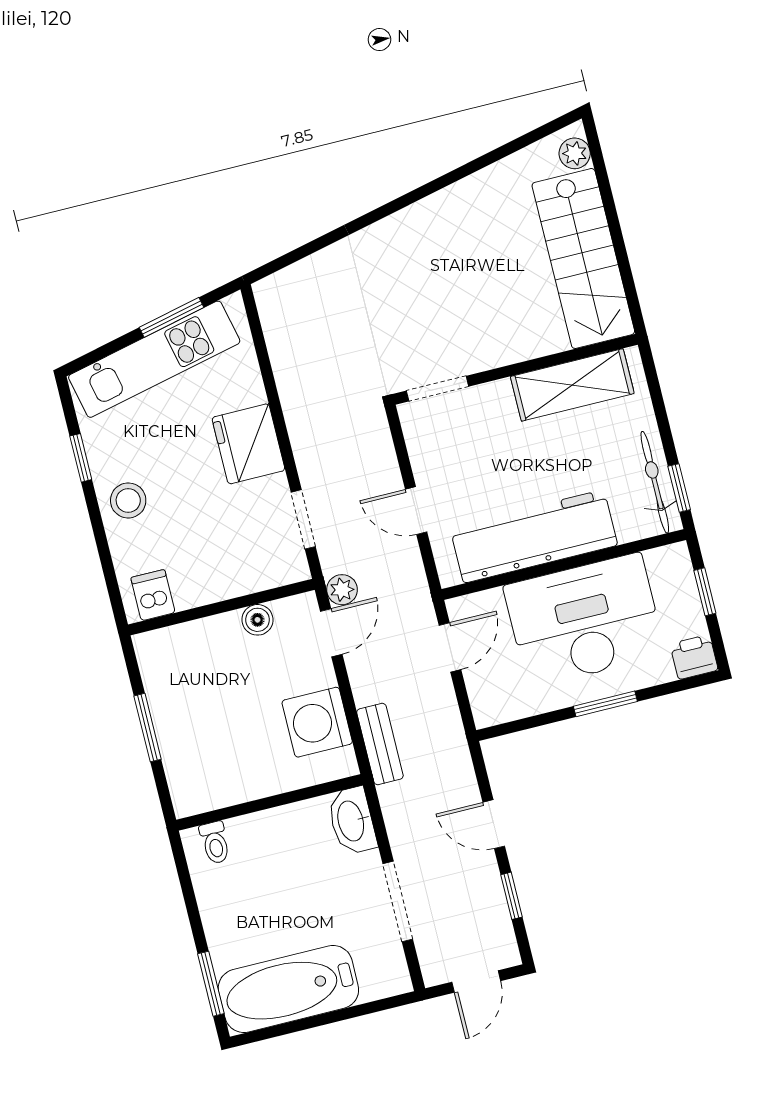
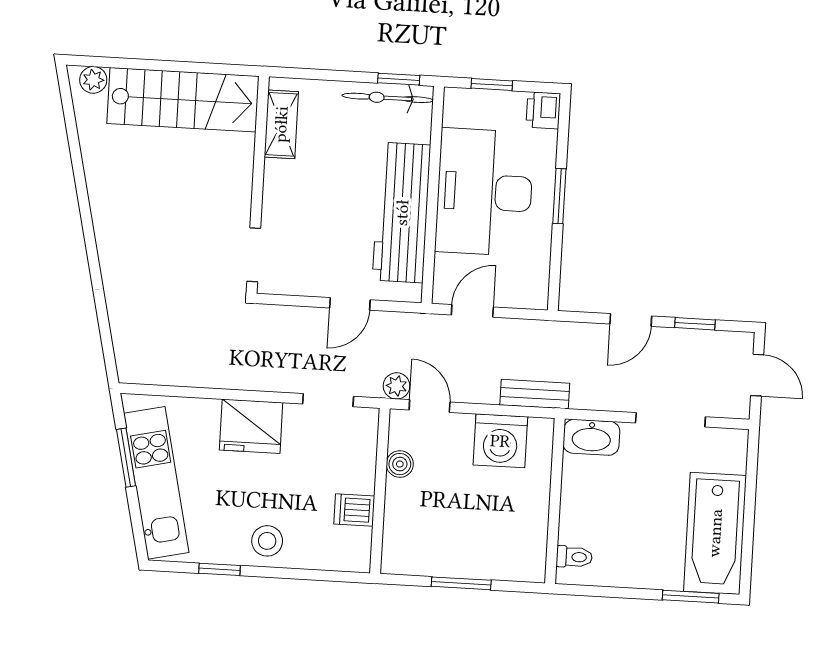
shelving: (572, 385) -> (281, 124), width x0.67, depth x0.75
dishwasher: (153, 595) -> (354, 510), moved
door: (450, 647) -> (472, 311), hinge flipped

